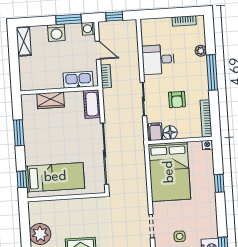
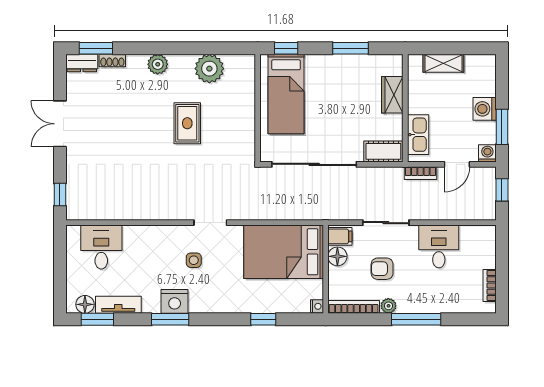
shelving: (24, 41) -> (443, 63), moved
plant: (201, 51) -> (388, 306), moved

